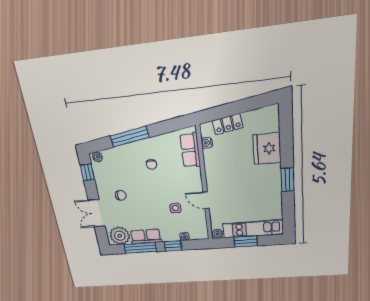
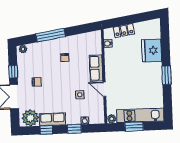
row of seats: (190, 150) -> (96, 68), moved
window: (87, 172) -> (13, 72), moved
window: (140, 248) -> (46, 130), width x0.46

